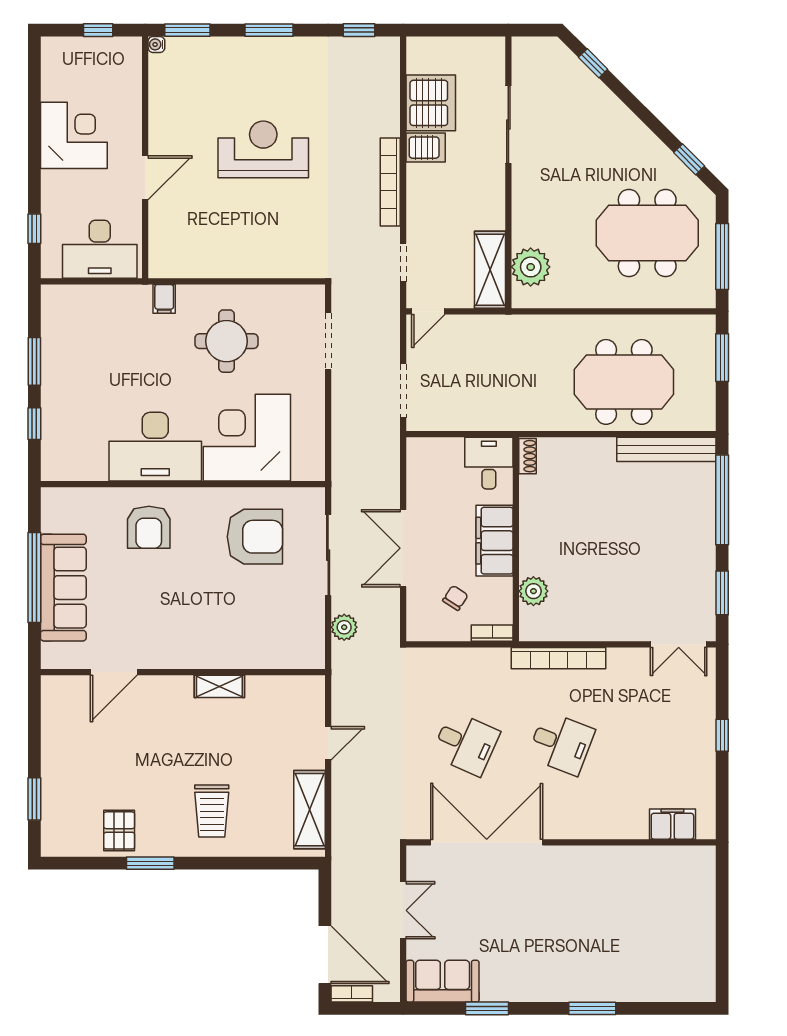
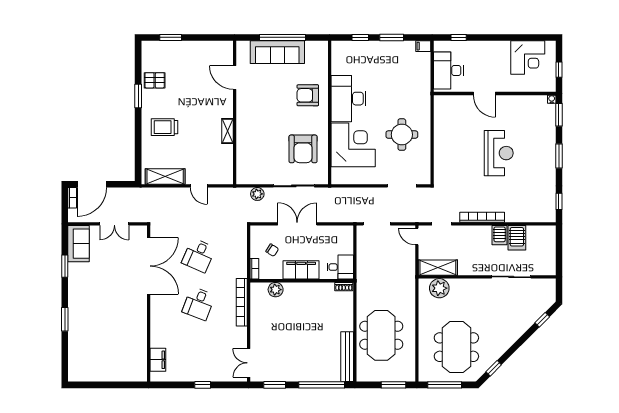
server rack: (431, 103) -> (517, 238), width x0.62
corner desk: (74, 135) -> (528, 57), moved
filing cabinet: (164, 299) -> (423, 46), moved

